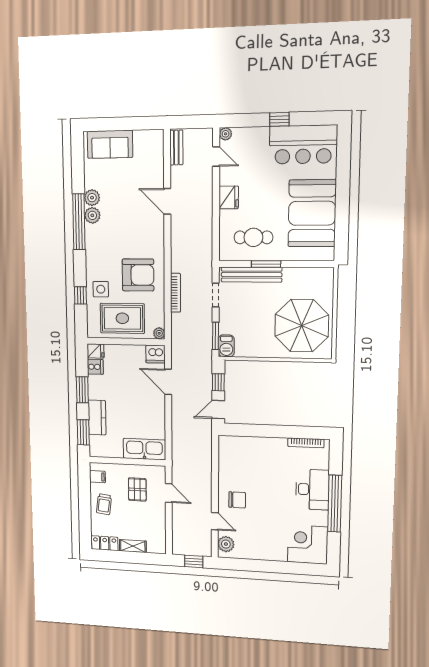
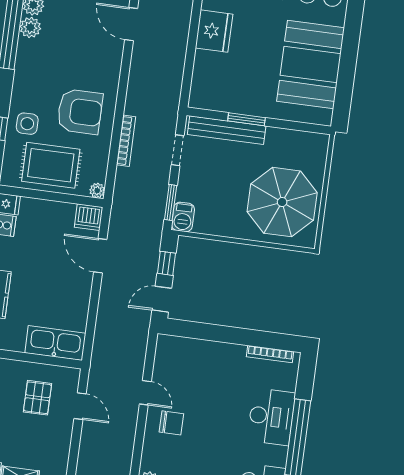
fridge: (229, 197) -> (214, 31), width x1.36, depth x1.34
cafe table: (253, 237) -> (235, 84), removed
door: (215, 521) -> (145, 393), moved

